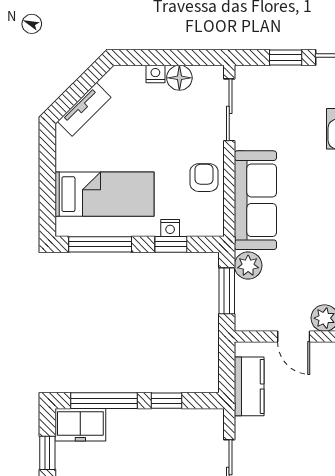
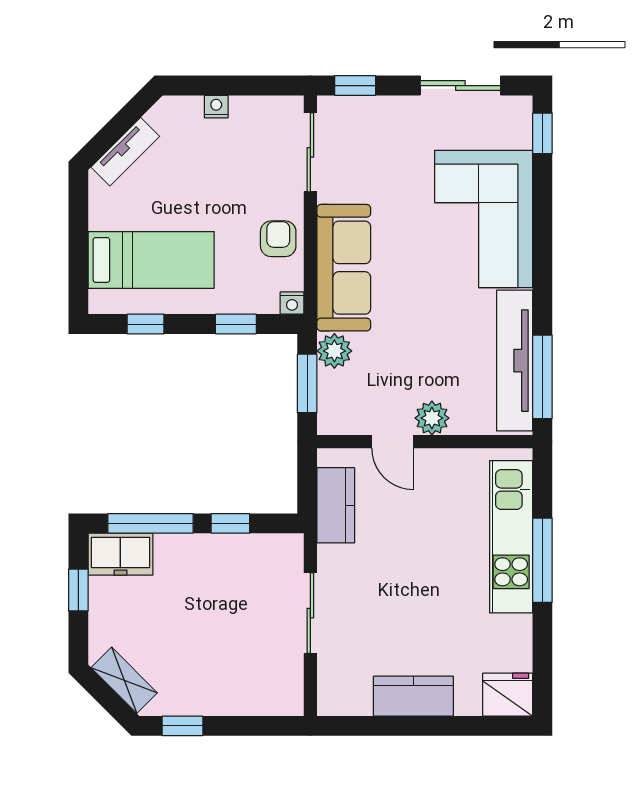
window: (286, 57) -> (355, 86), moved
floor lamp: (179, 78) -> (247, 111), removed
nightstand: (170, 228) -> (292, 303), moved
window: (100, 244) -> (146, 324), width x0.46

